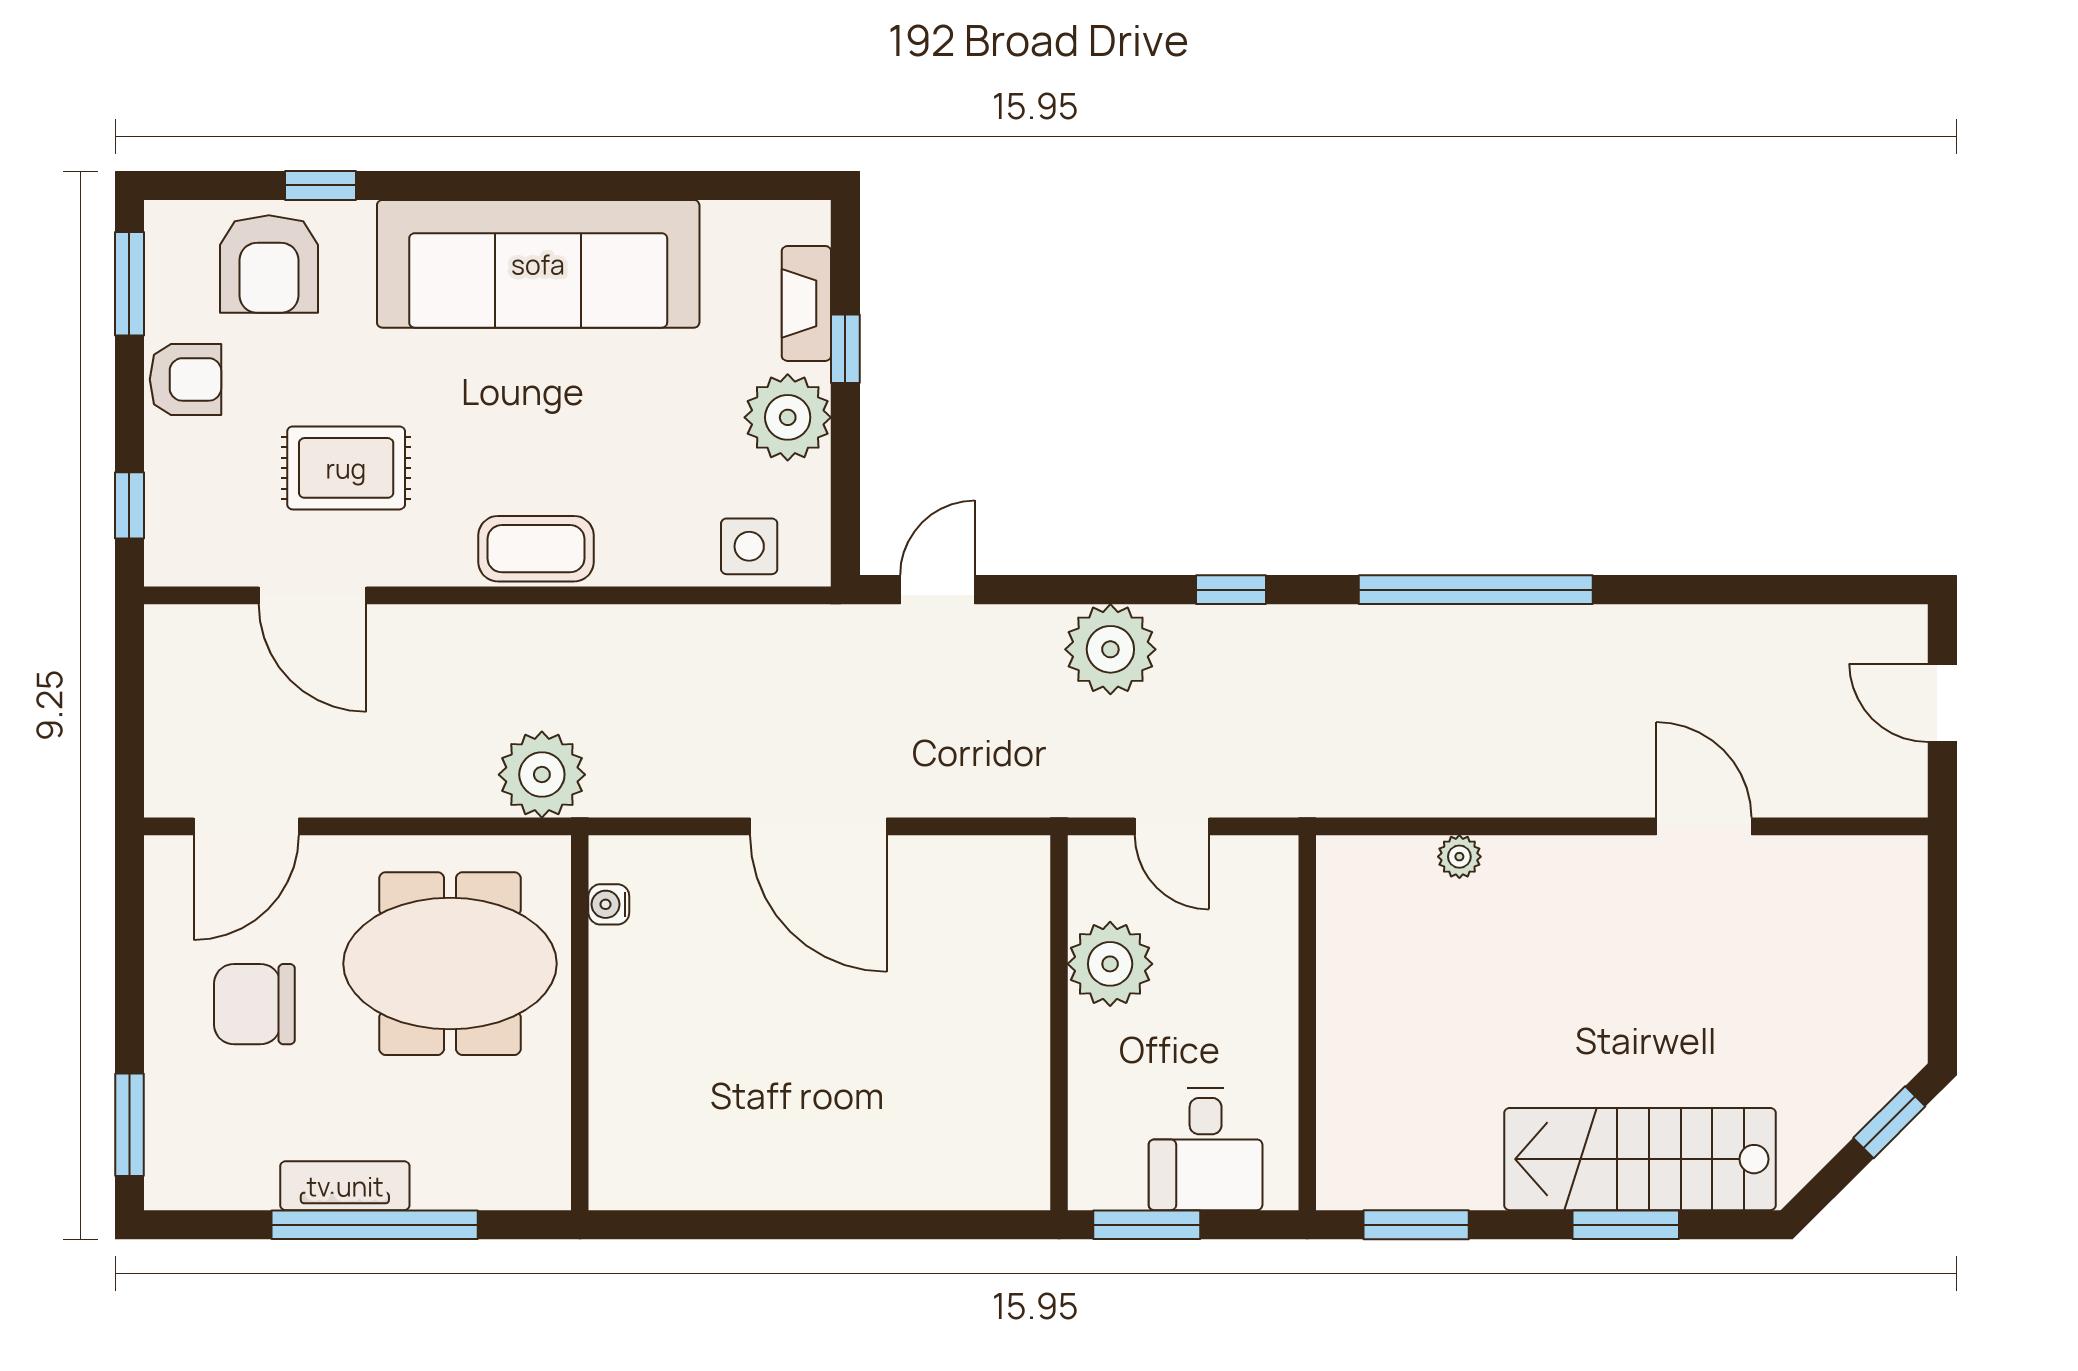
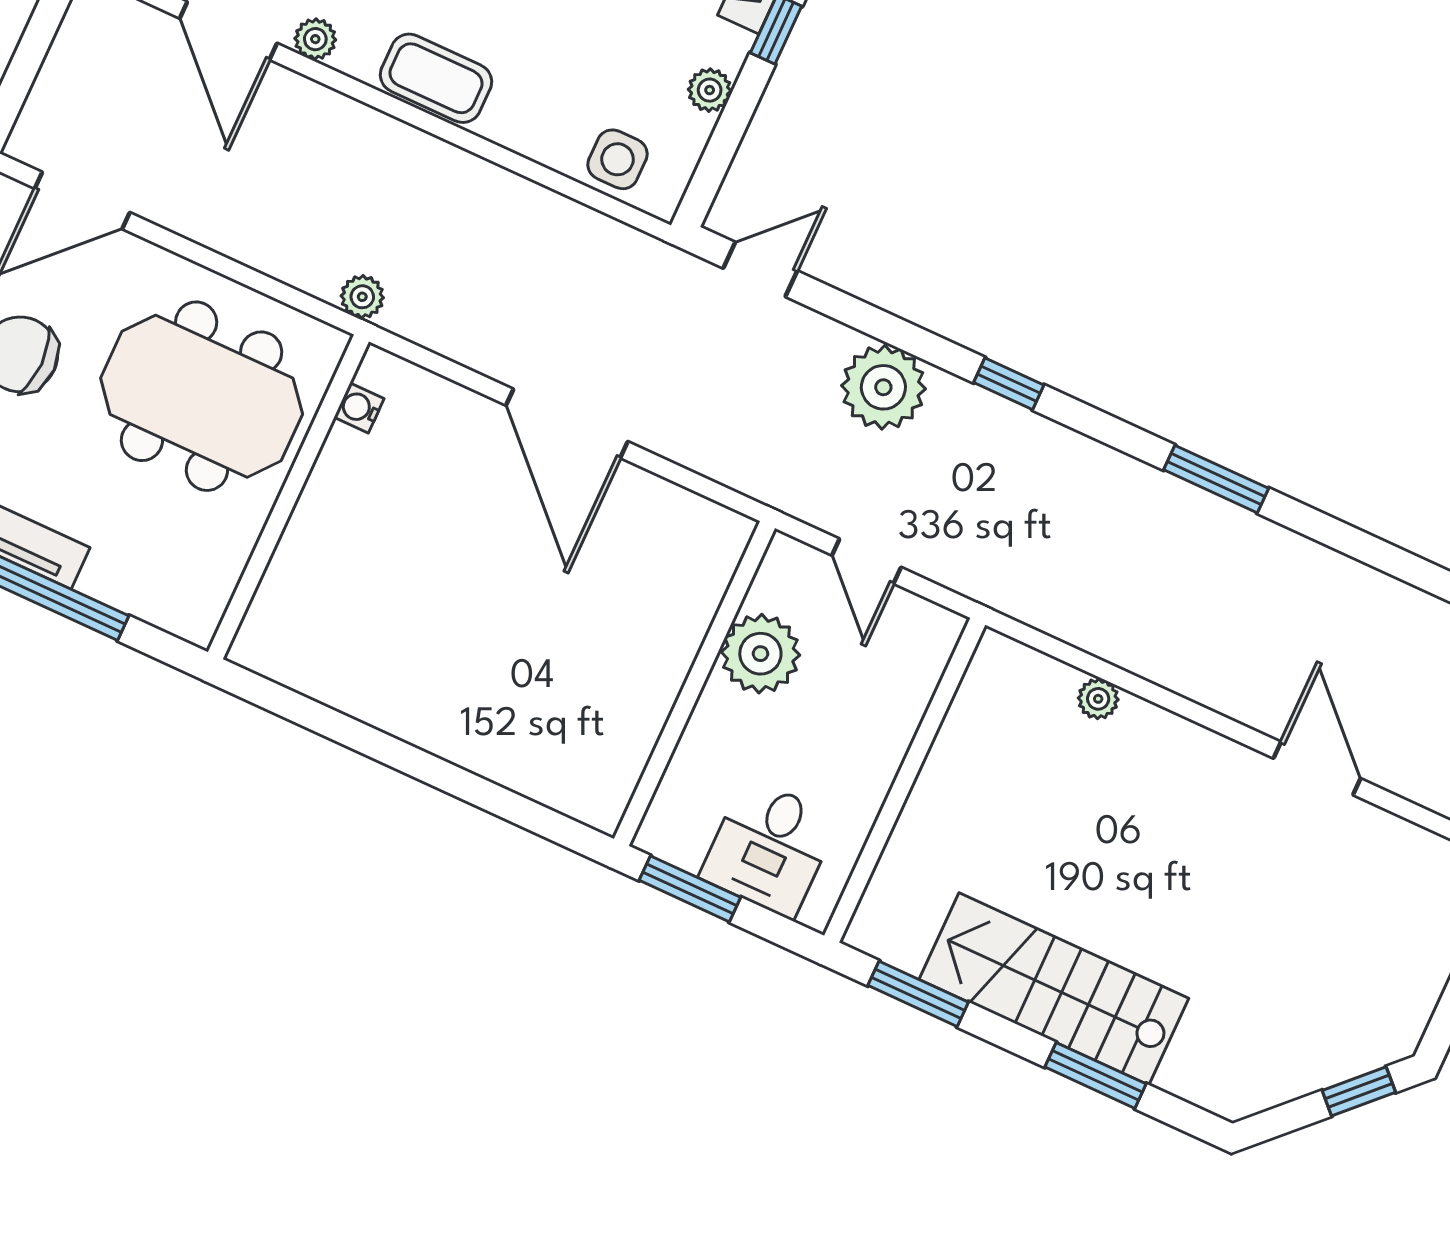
plant: (788, 417) -> (710, 90), width x0.53, depth x0.53
plant: (401, 565) -> (315, 39), added
window: (1476, 590) -> (1216, 479), width x0.47
plant: (542, 775) -> (362, 297), width x0.53, depth x0.53
stairs: (1640, 1159) -> (1054, 989), moved

